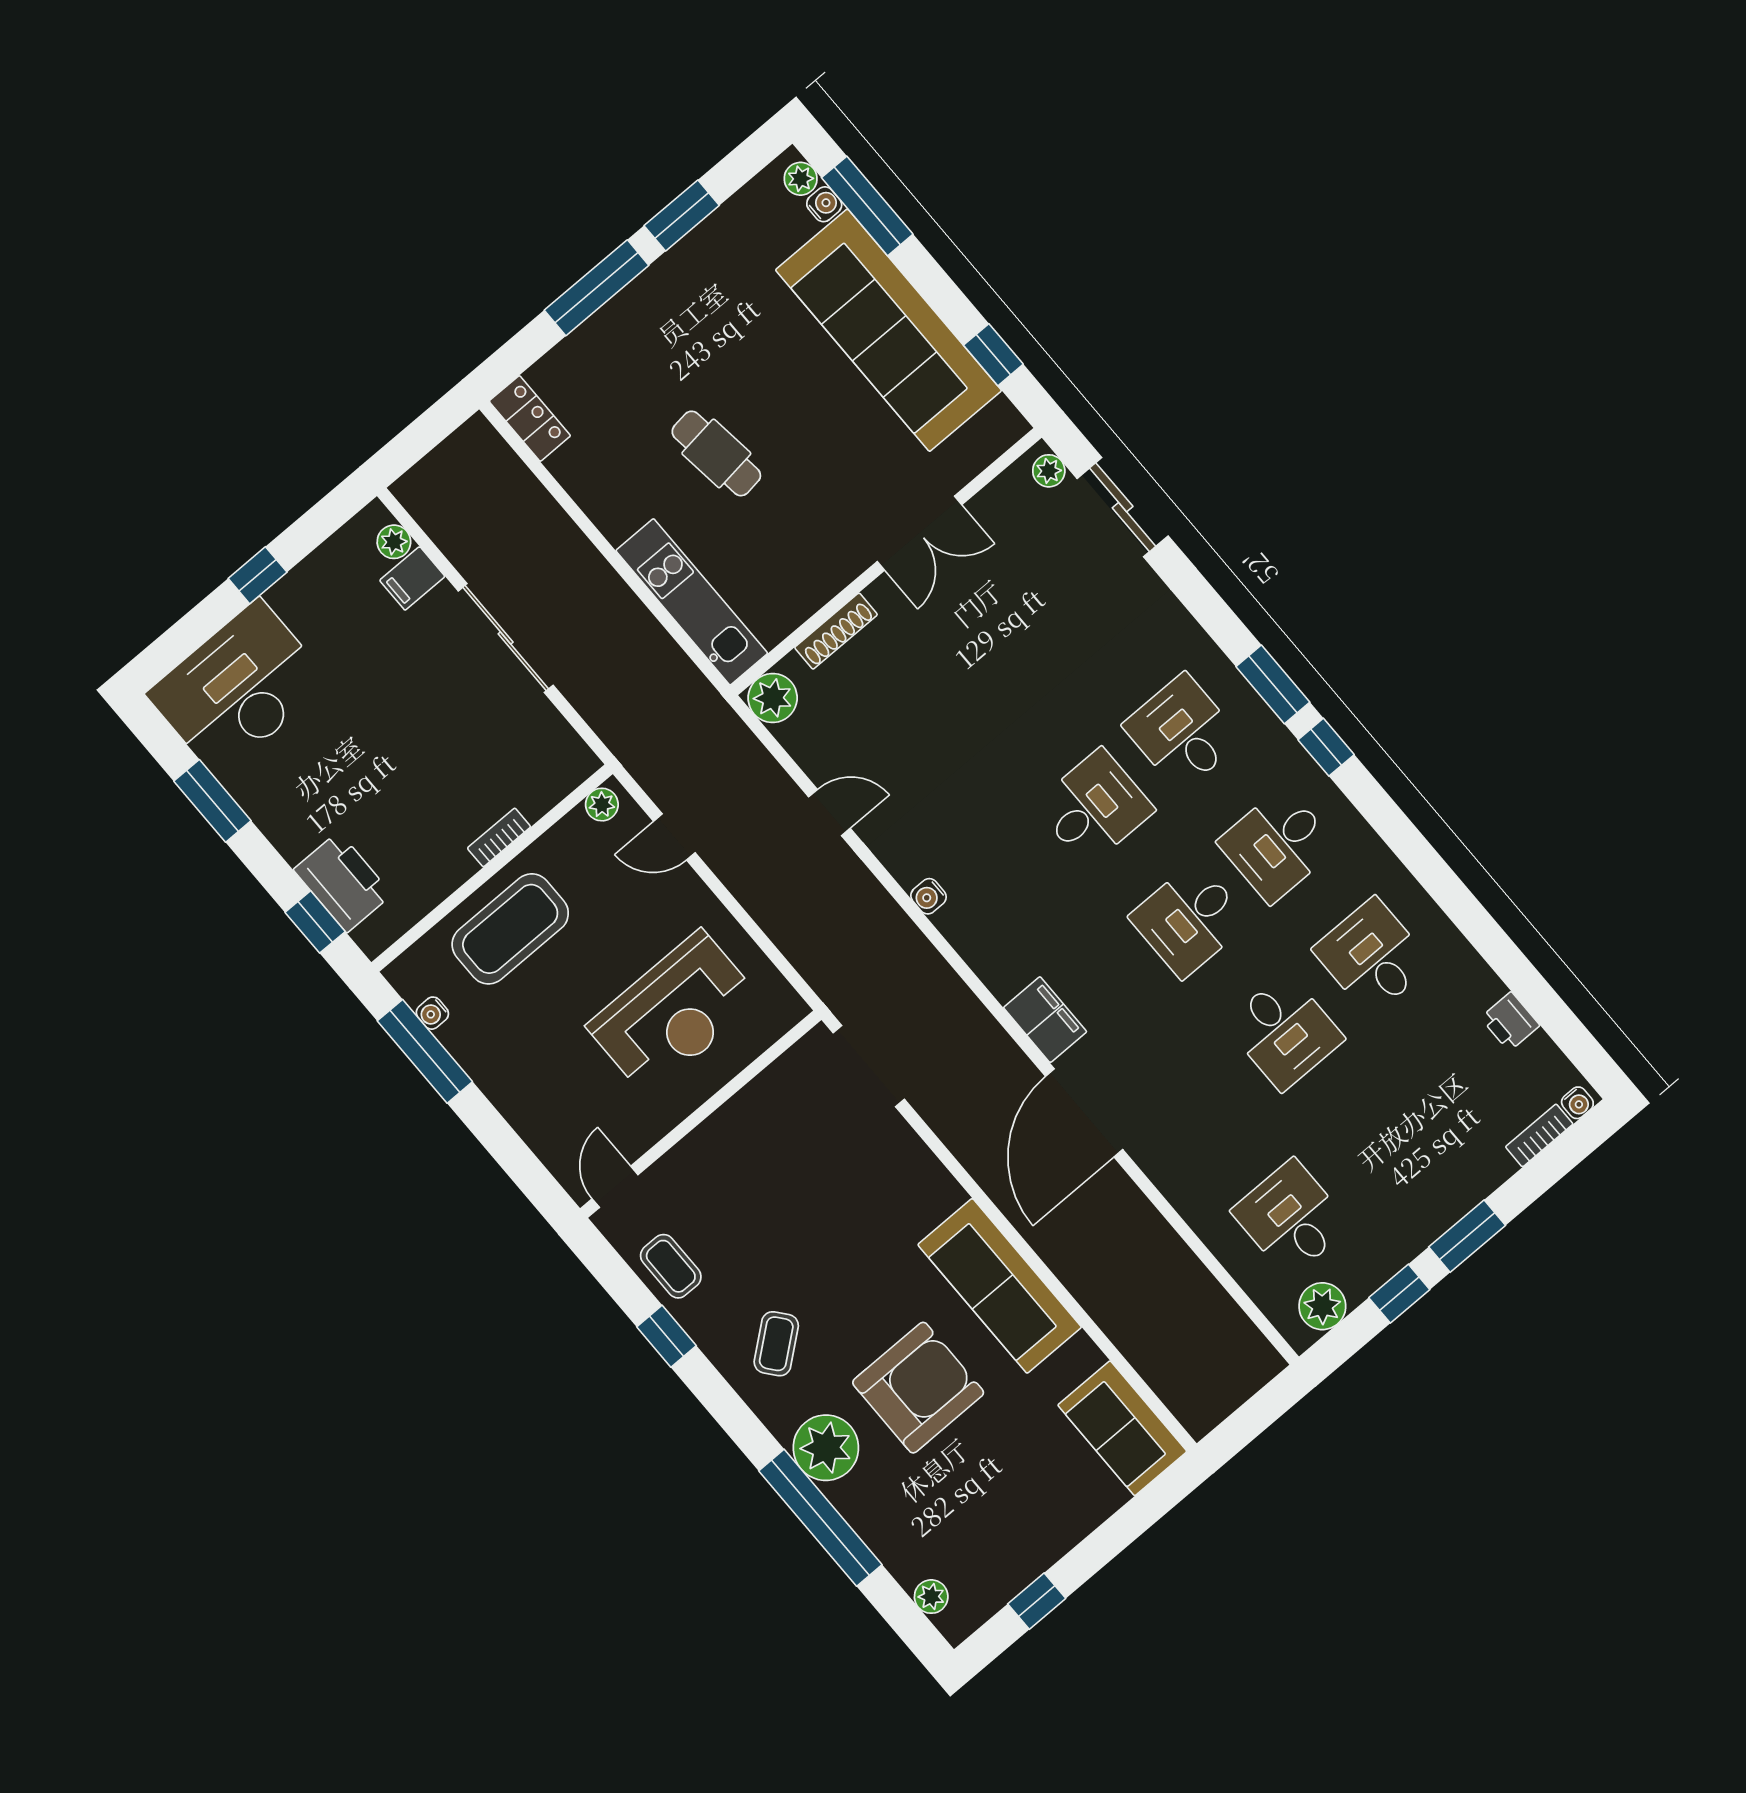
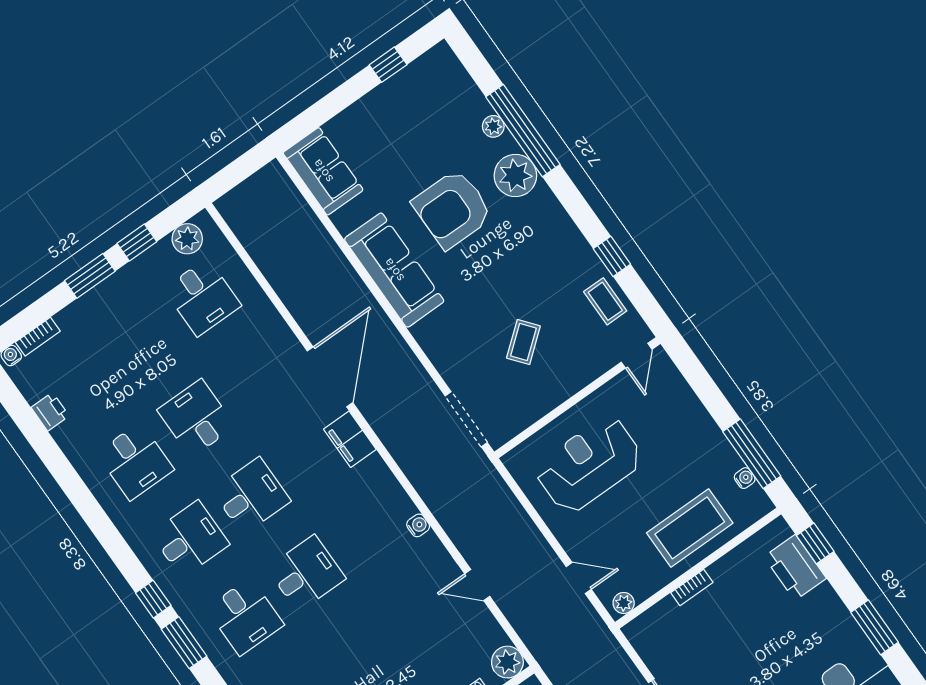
desk: (1094, 807) -> (306, 573), turned 180
coffee table: (776, 1344) -> (523, 342), moved
plant: (931, 1597) -> (493, 126), moved

